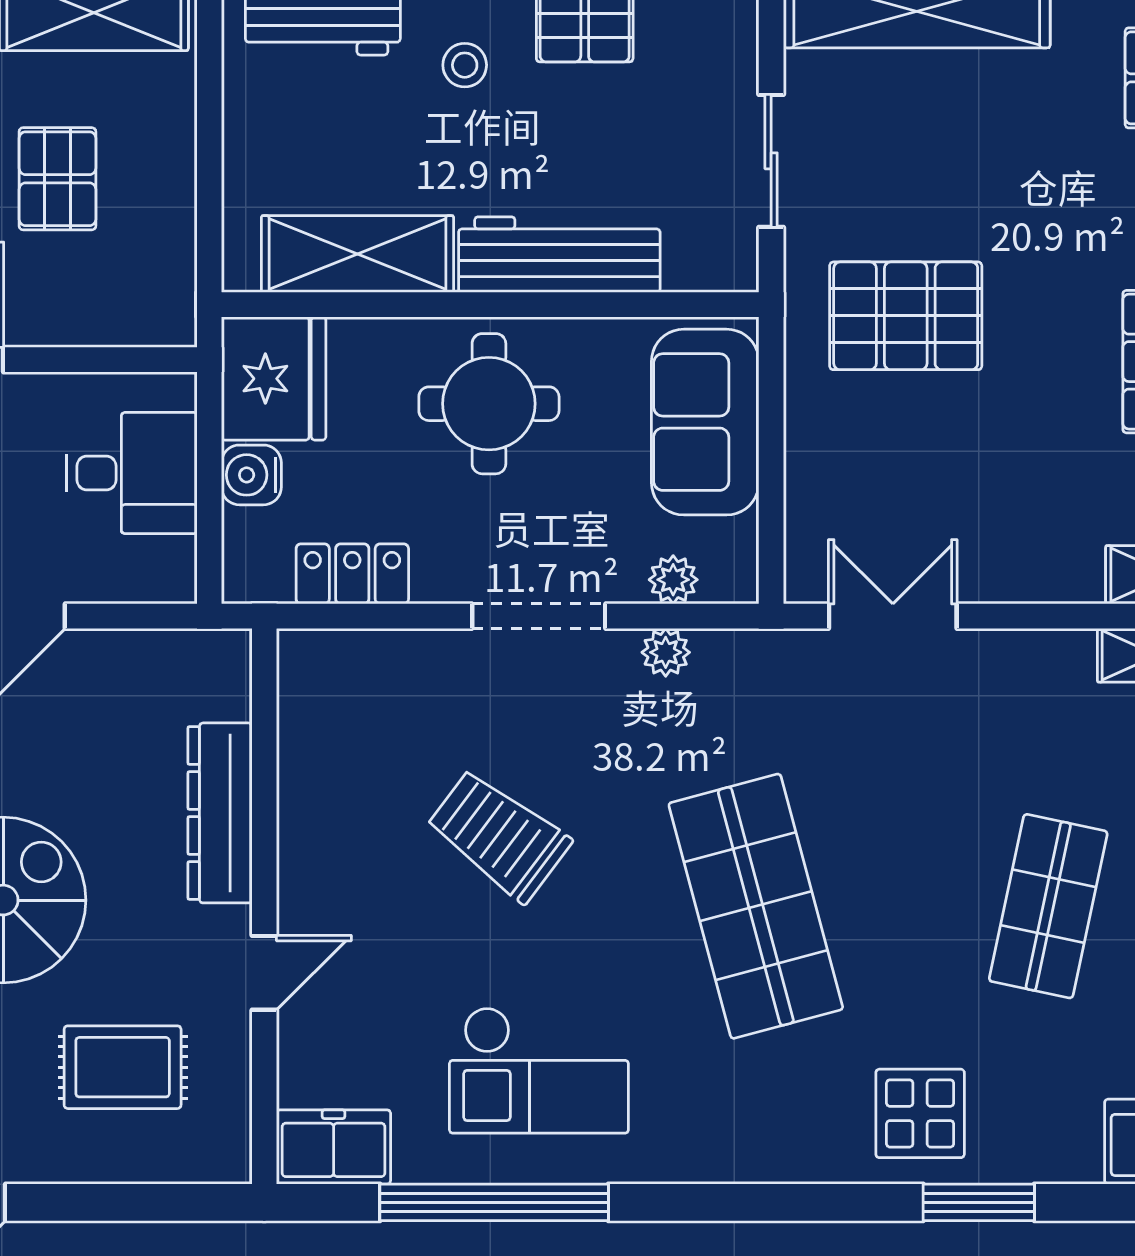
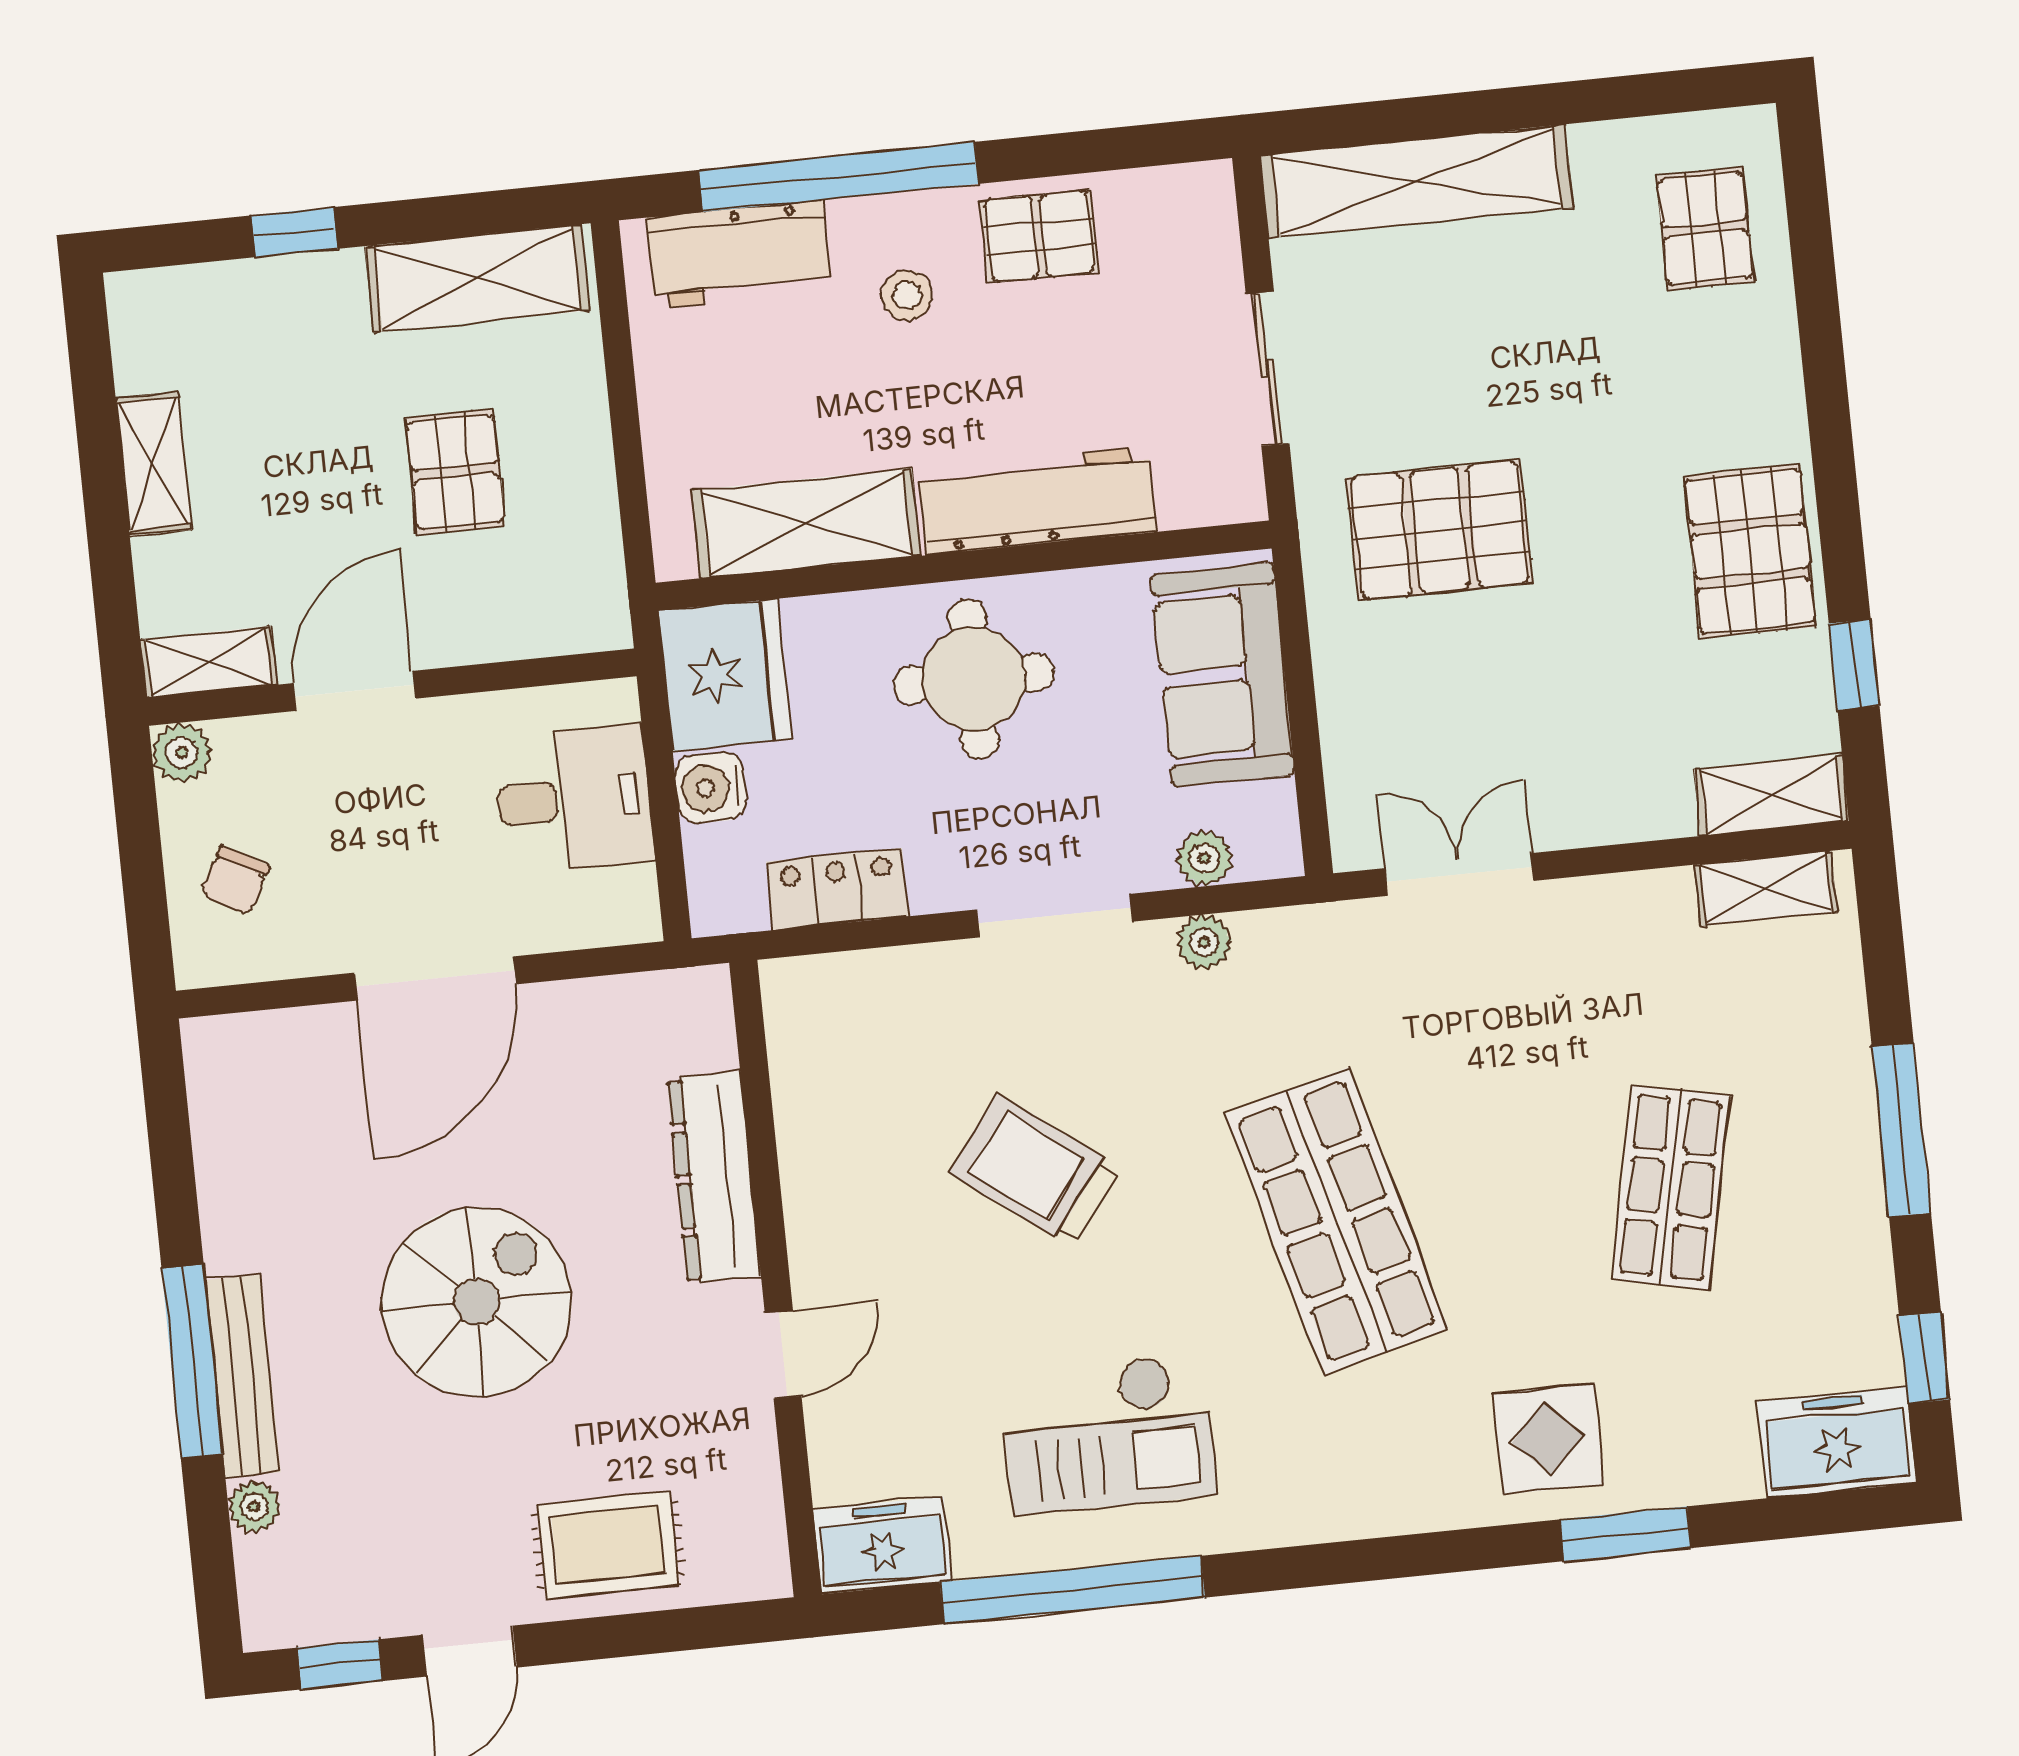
rug: (123, 1067) -> (608, 1545), moved

